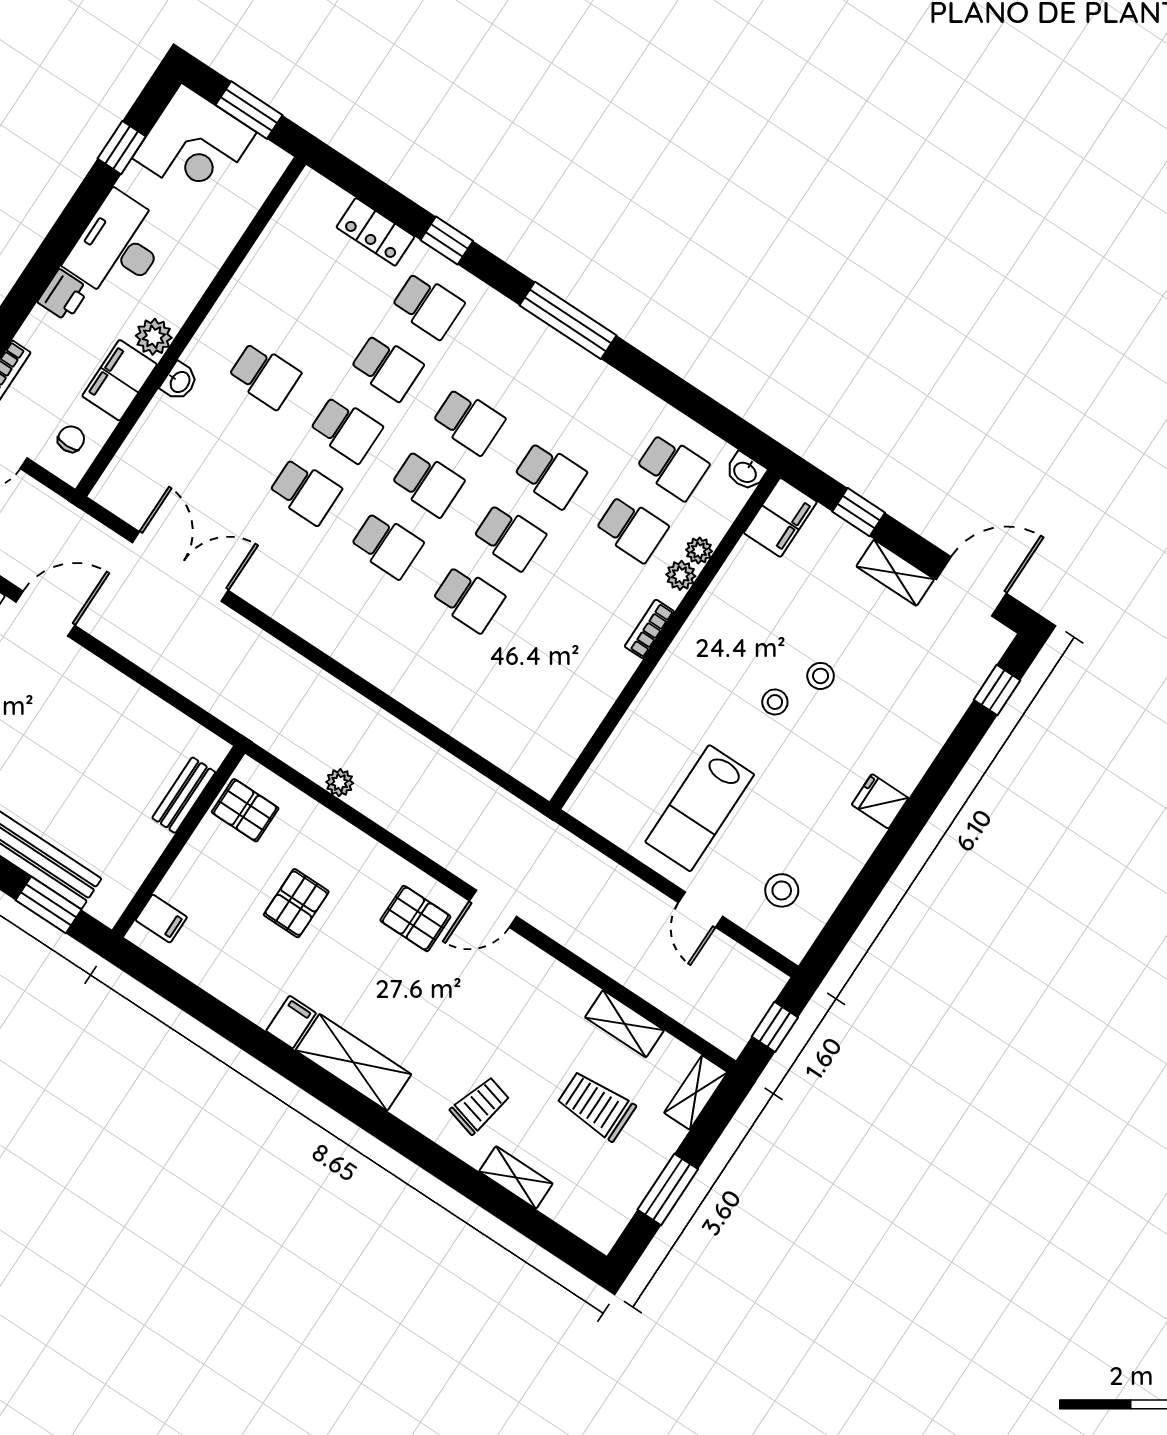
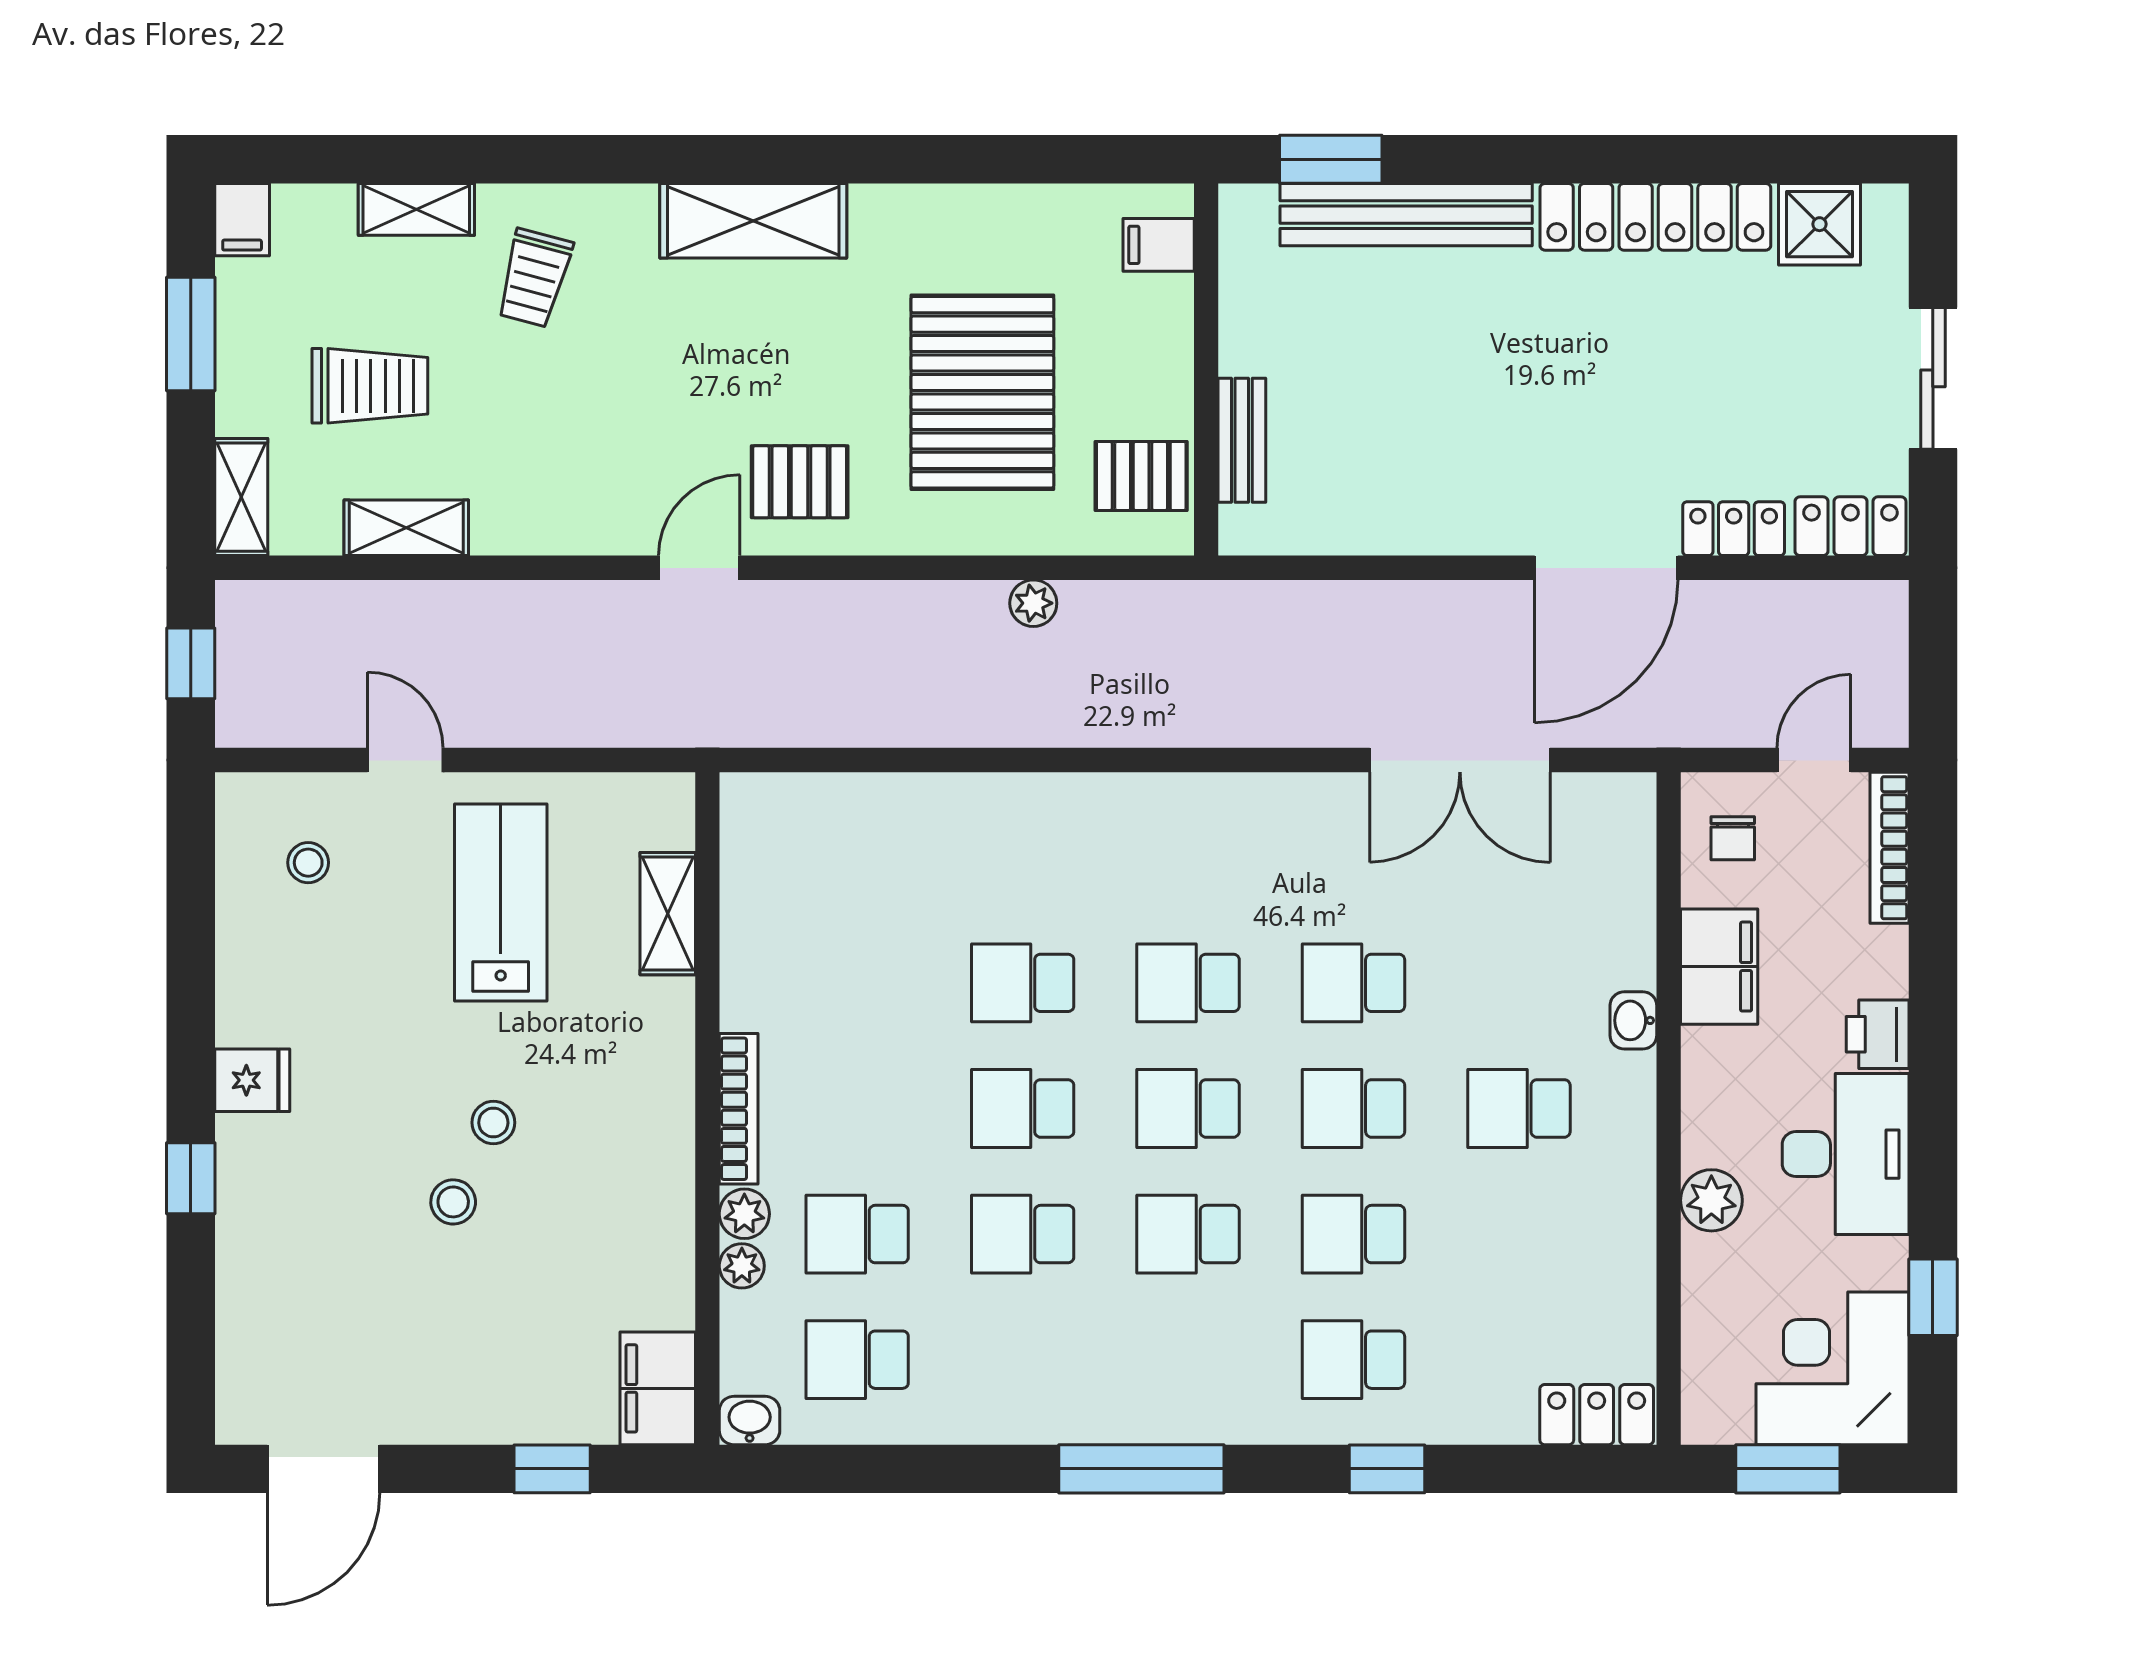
locker: (376, 232) -> (1597, 1415), moved
plant: (154, 337) -> (1711, 1200), moved
shelving: (895, 573) -> (668, 914), moved, turned 90
door: (45, 614) -> (1606, 568), width x1.36
bookcase: (649, 629) -> (739, 1109), width x1.56
window: (997, 690) -> (191, 1178), moved
stool: (782, 890) -> (308, 863), width x0.73, depth x0.73
pallet: (296, 903) -> (982, 392), width x2.05, depth x2.00
filing cabinet: (291, 1022) -> (242, 220), moved

